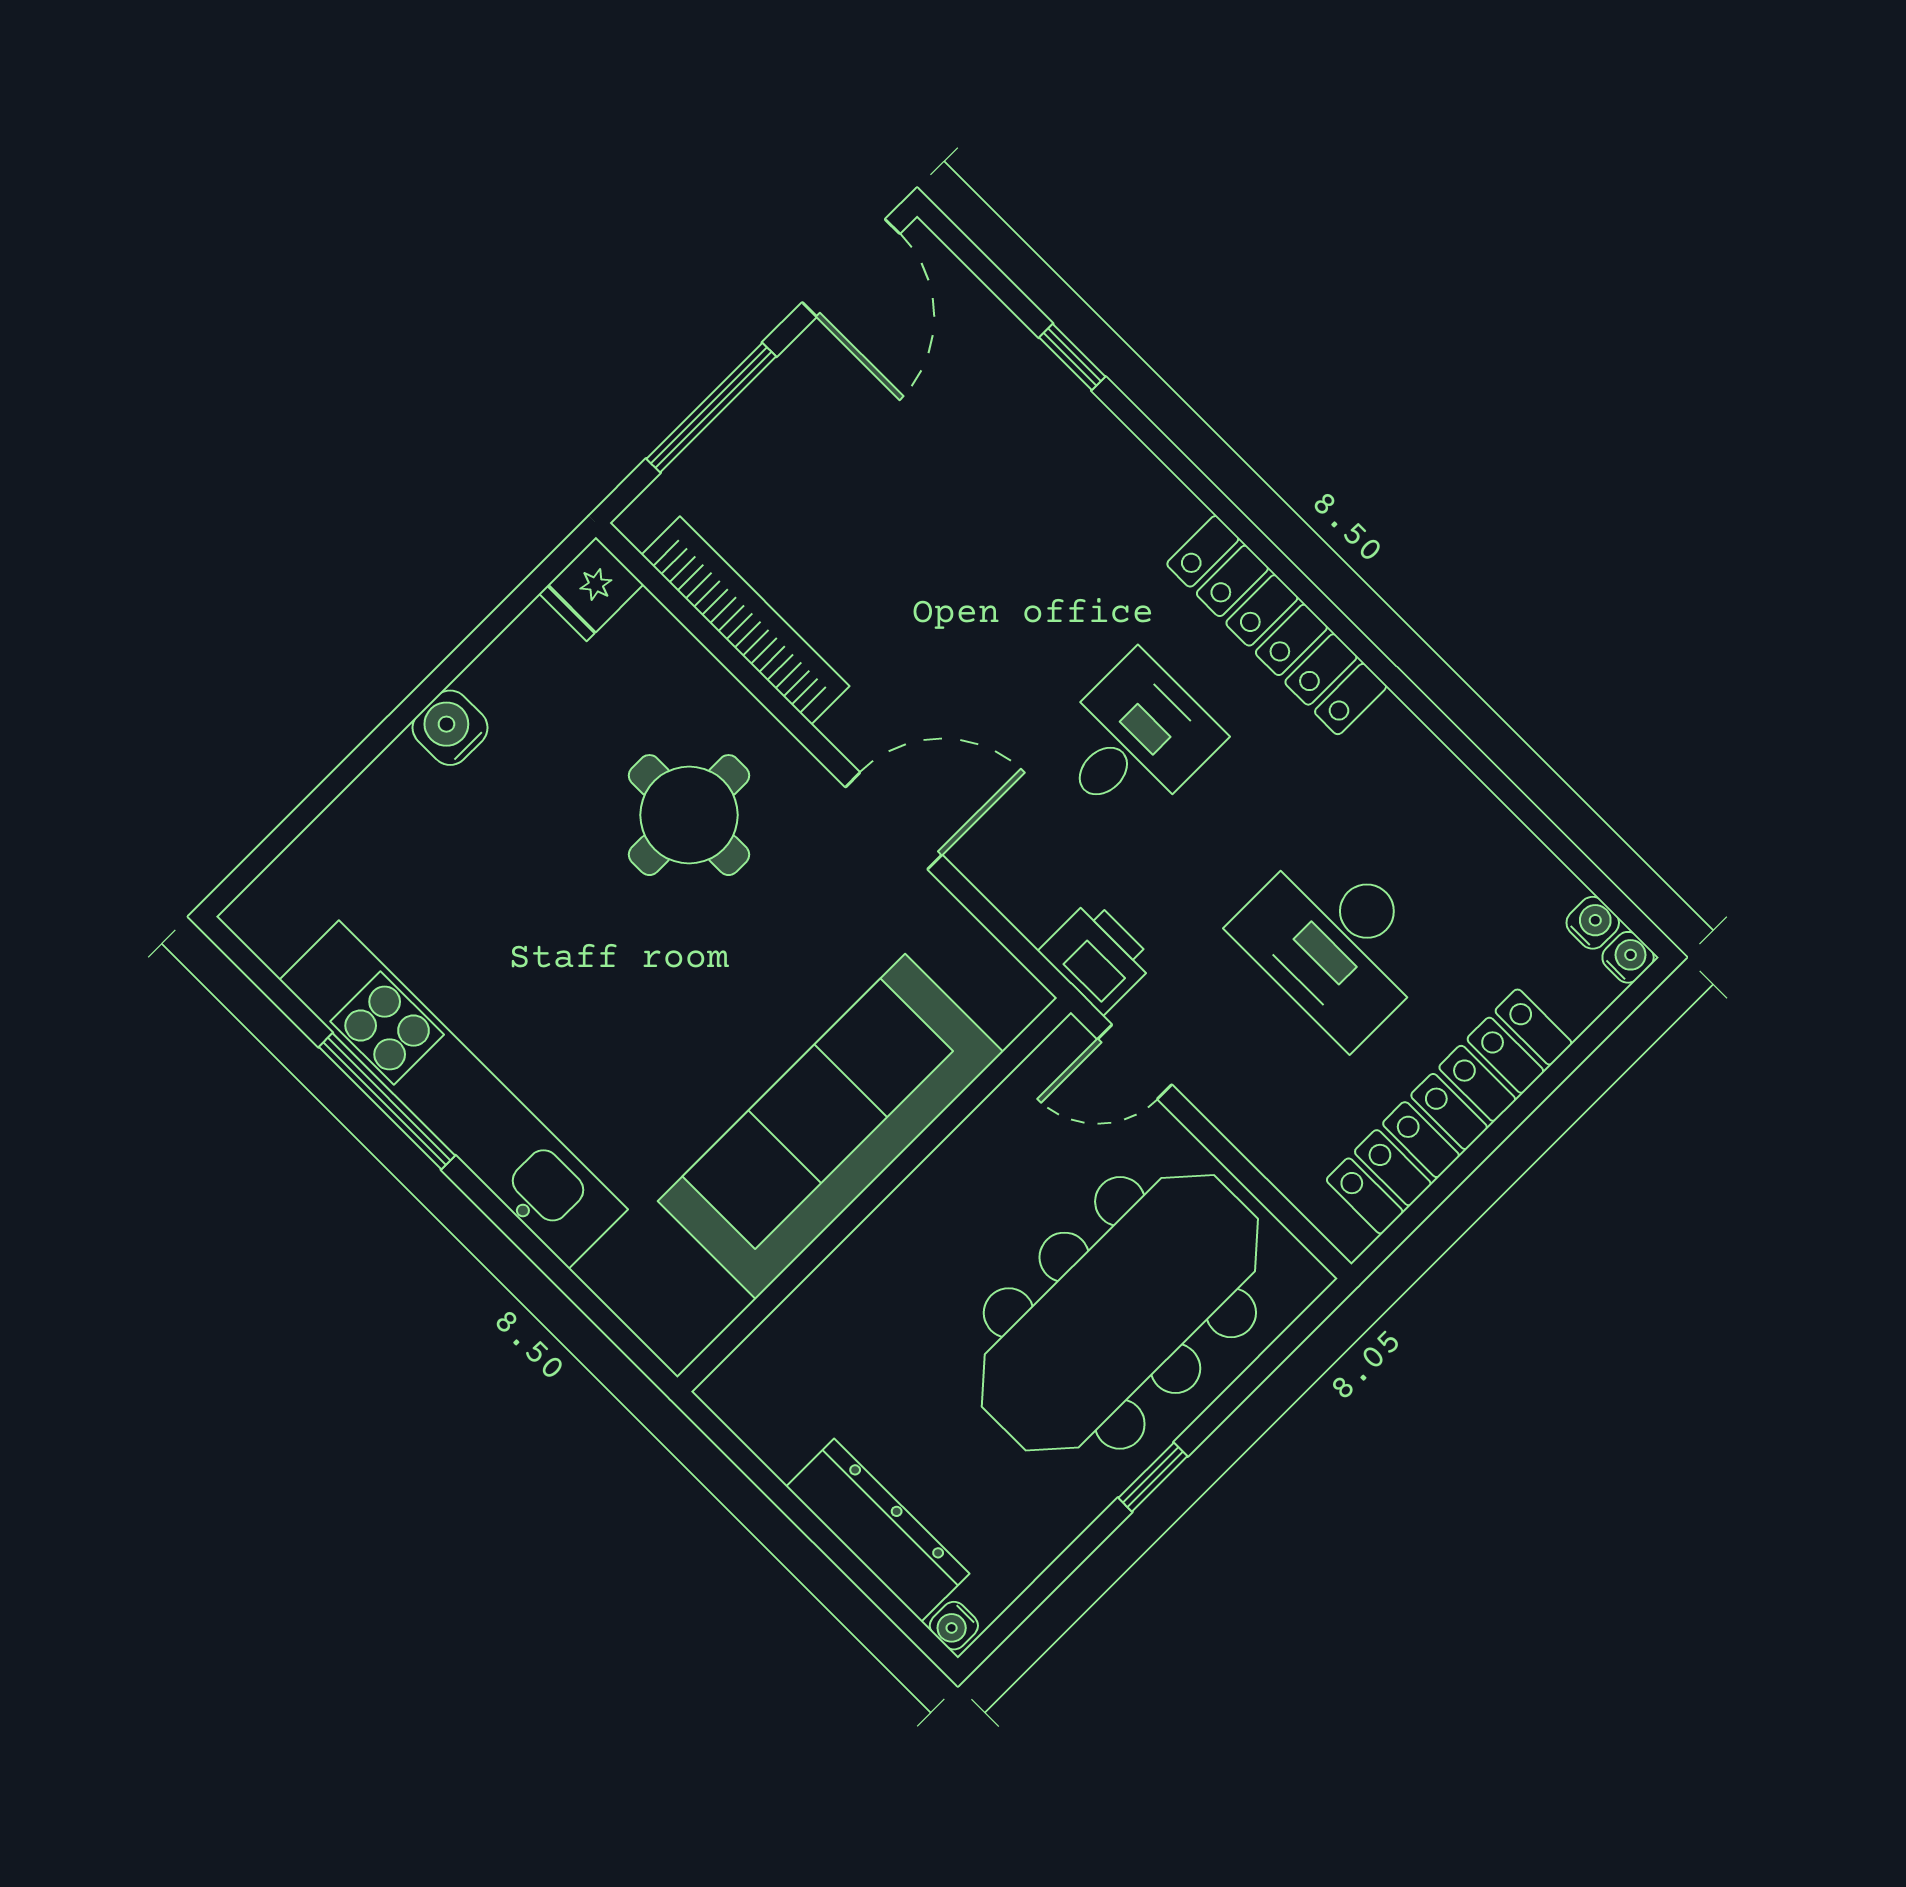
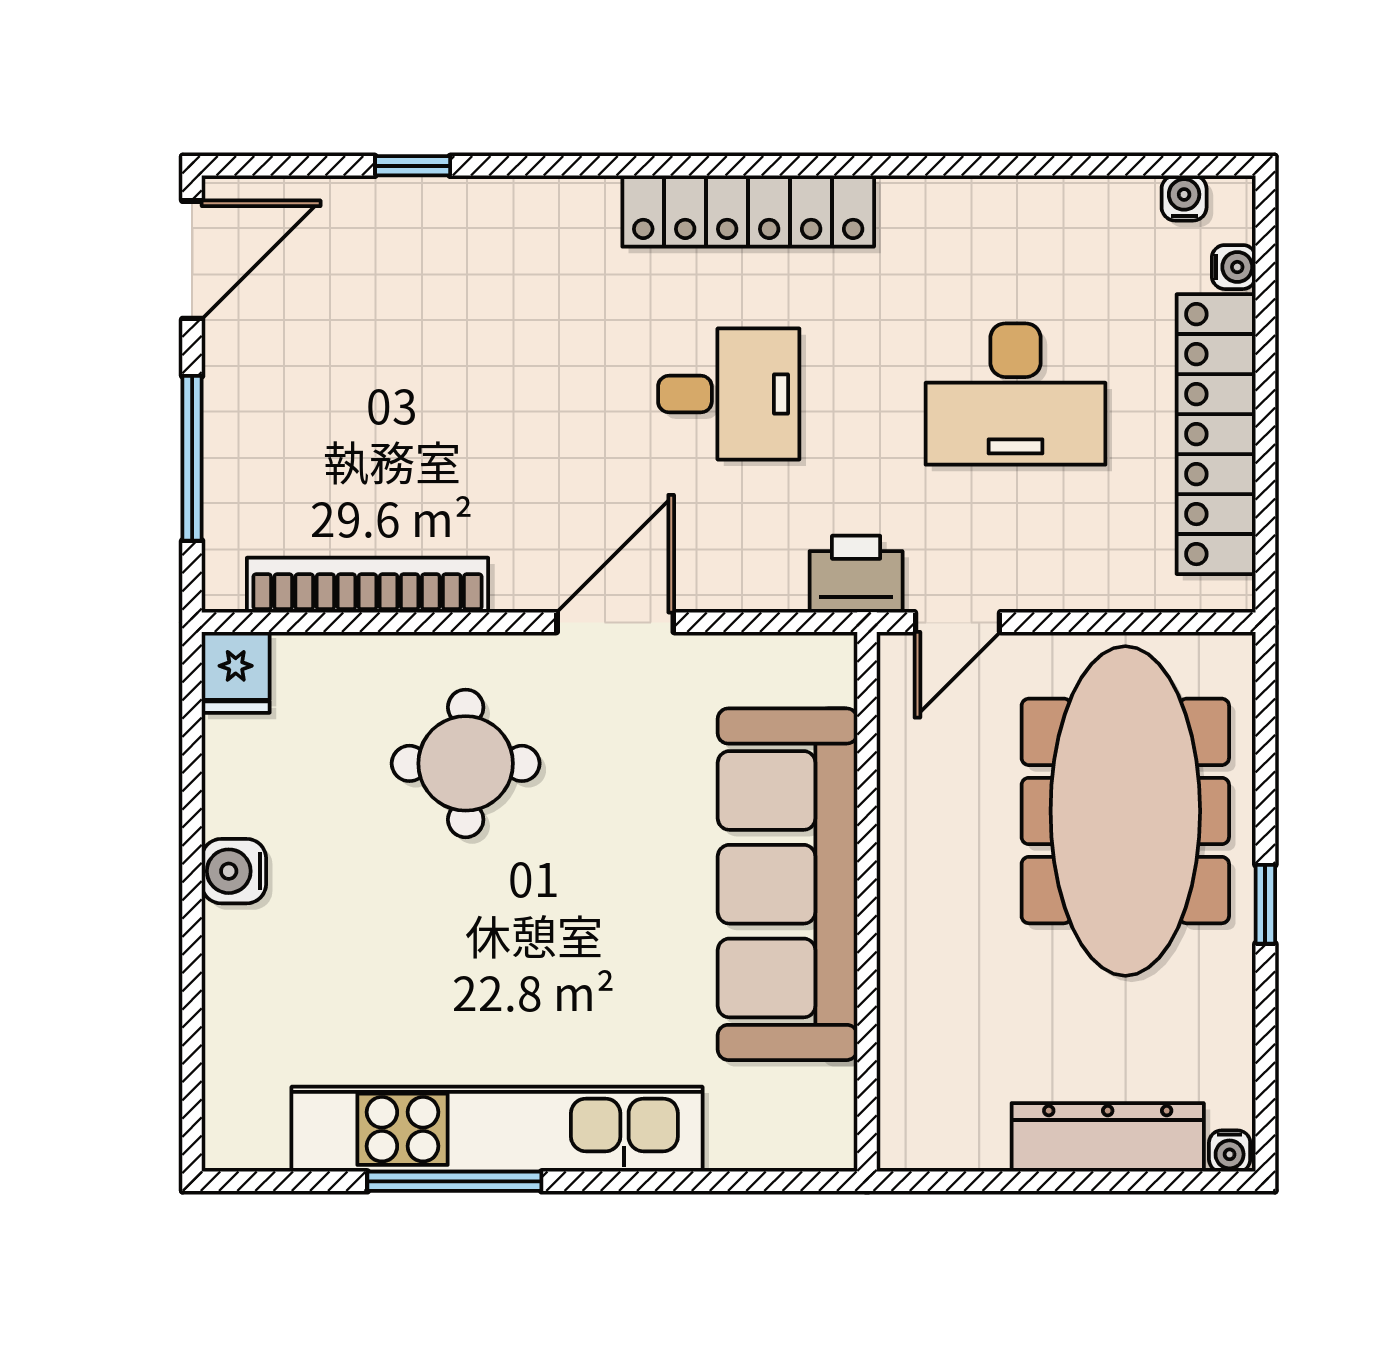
door: (851, 268) -> (192, 260), hinge flipped
desk: (1134, 740) -> (729, 394), turned 90
water cooler: (1628, 957) -> (1234, 267), moved, turned 90

